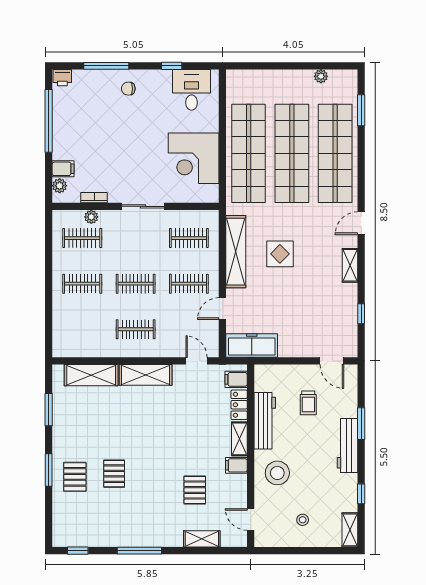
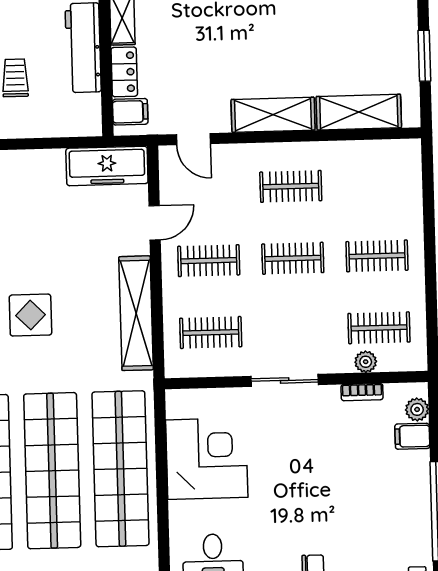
display table: (280, 254) -> (30, 315), moved

